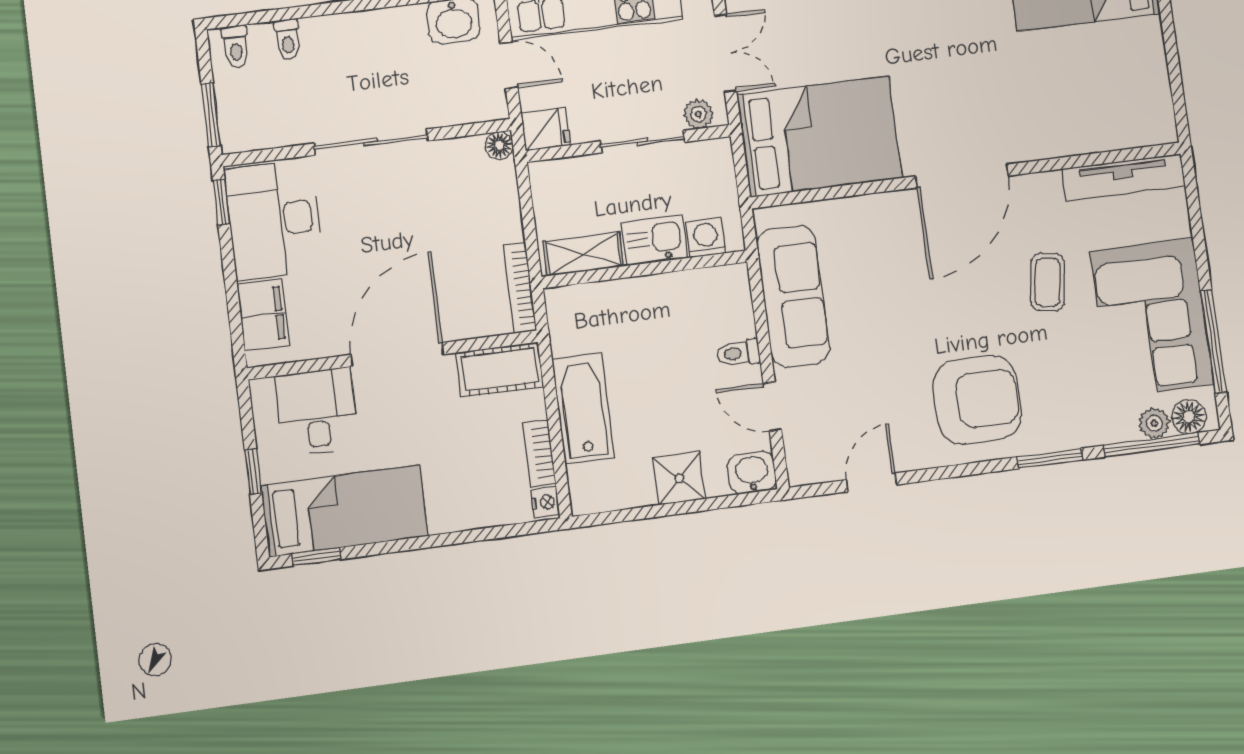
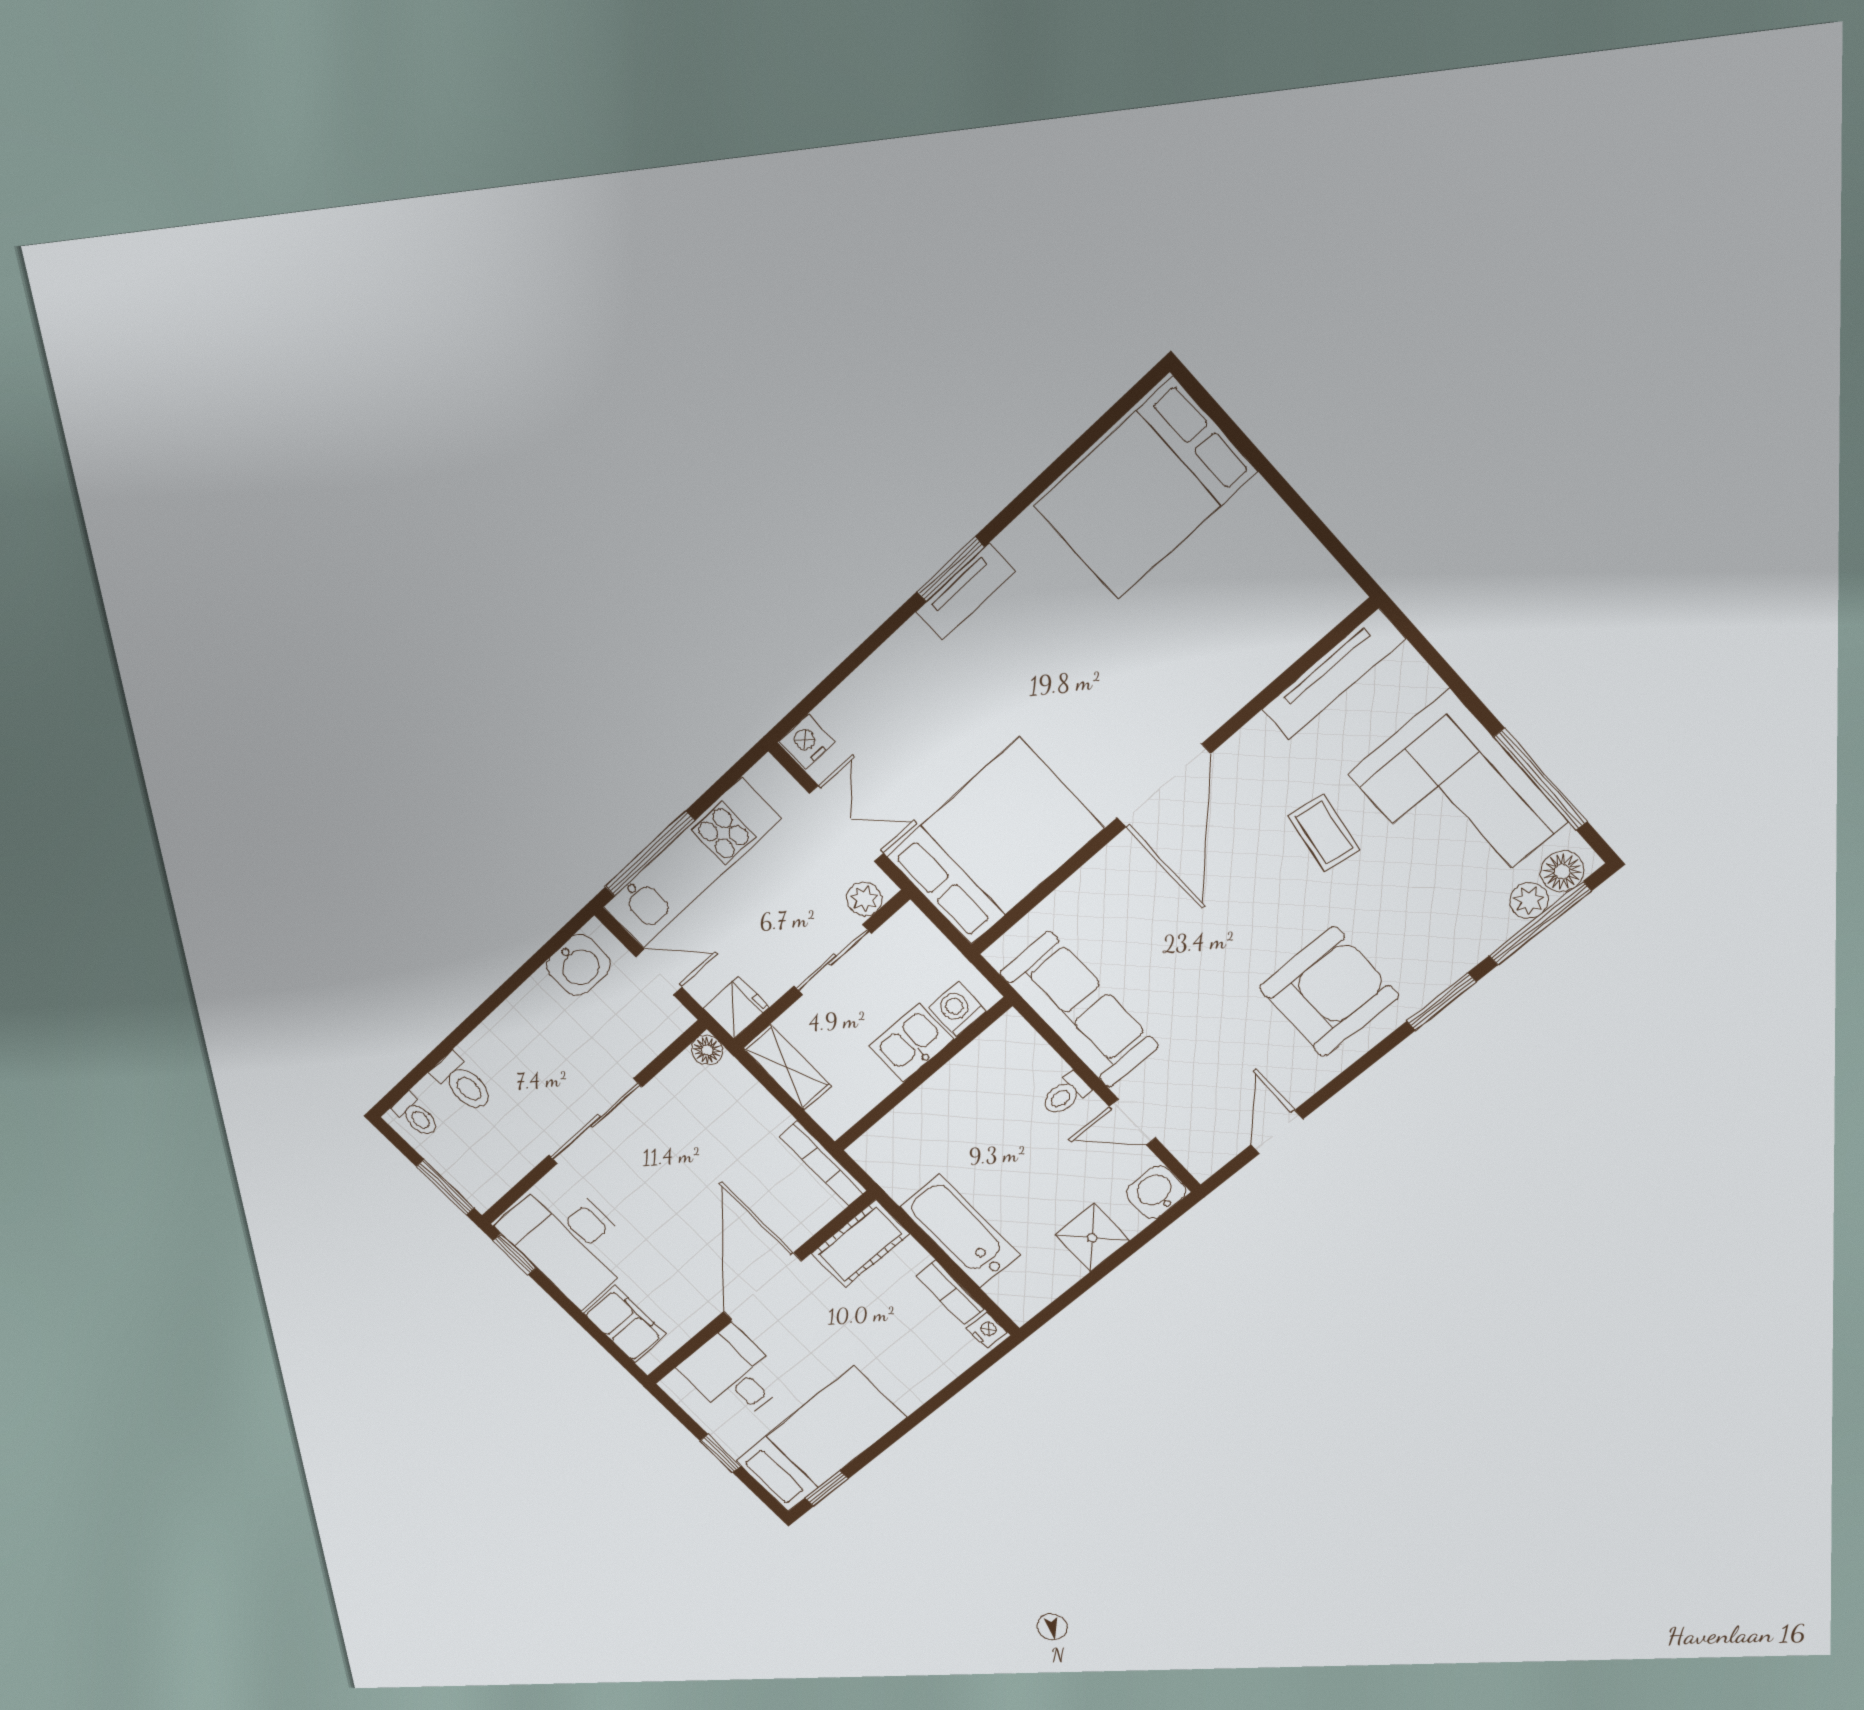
toilet: (288, 39) -> (463, 1083), width x1.37, depth x1.39
shelving: (583, 254) -> (787, 1067), moved, turned 90

